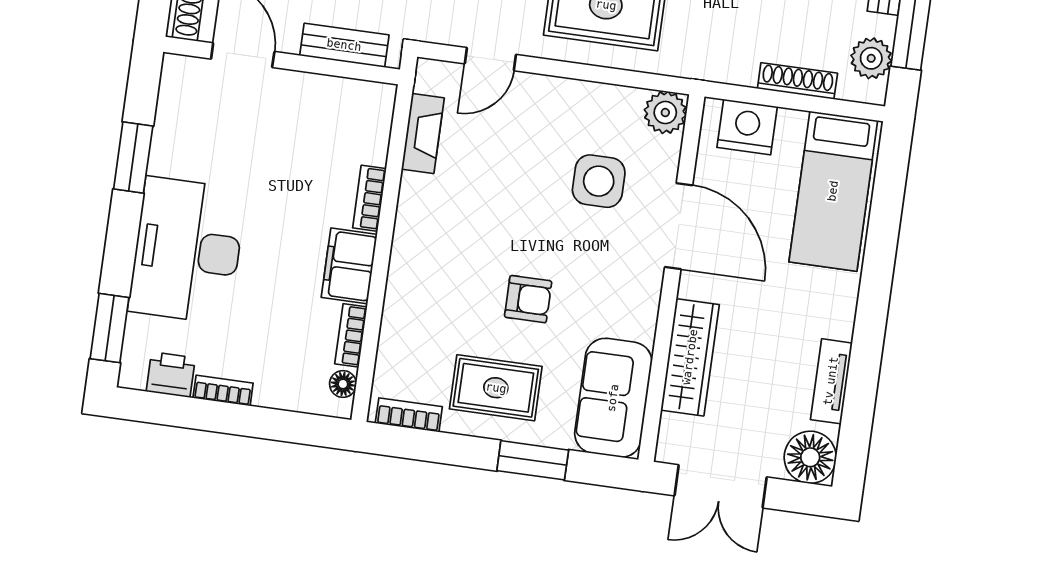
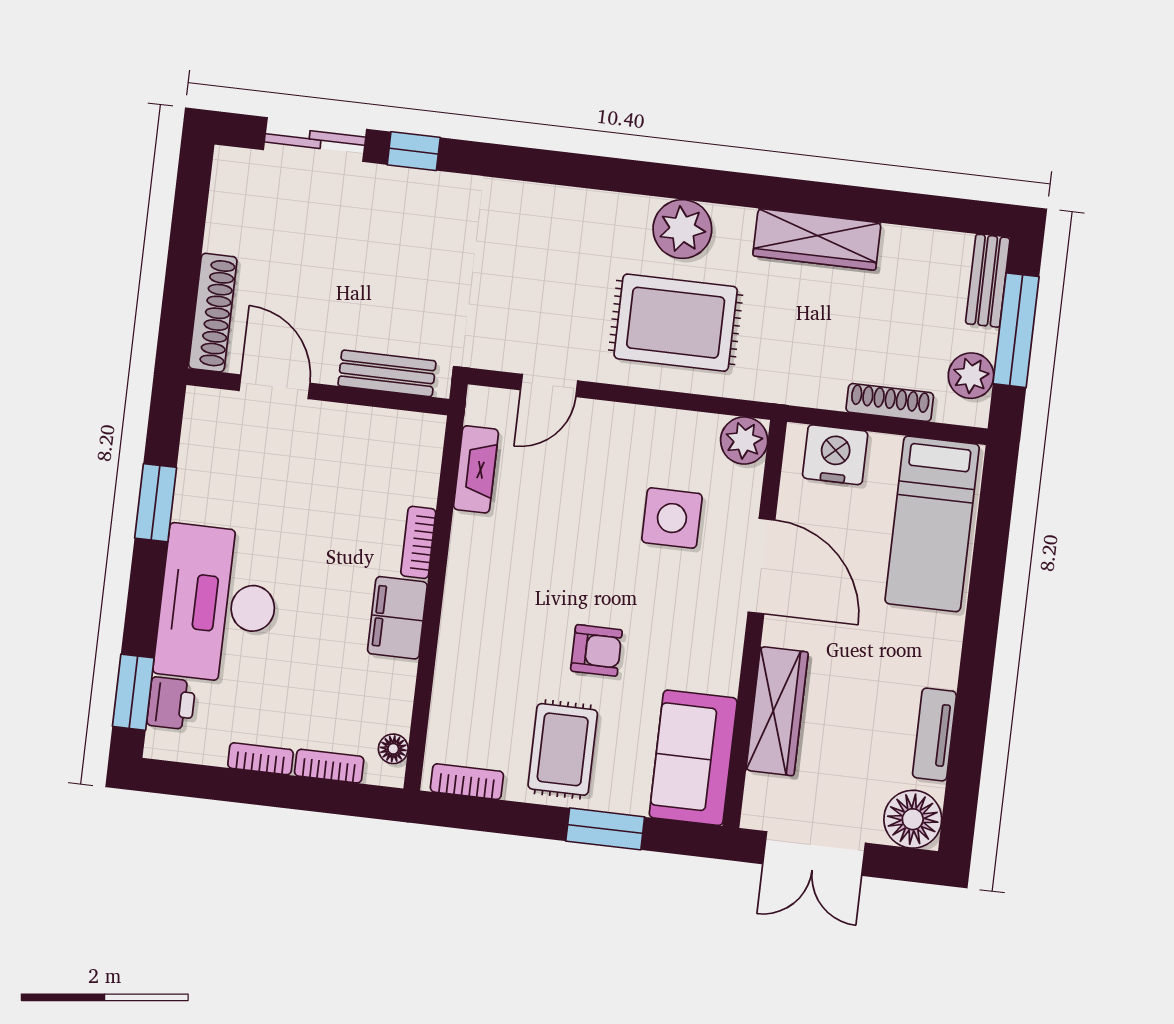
bookcase: (351, 335) -> (329, 766), moved, turned 90
printer: (171, 375) -> (171, 703), moved, turned 90
rug: (496, 388) -> (563, 749), turned 90

